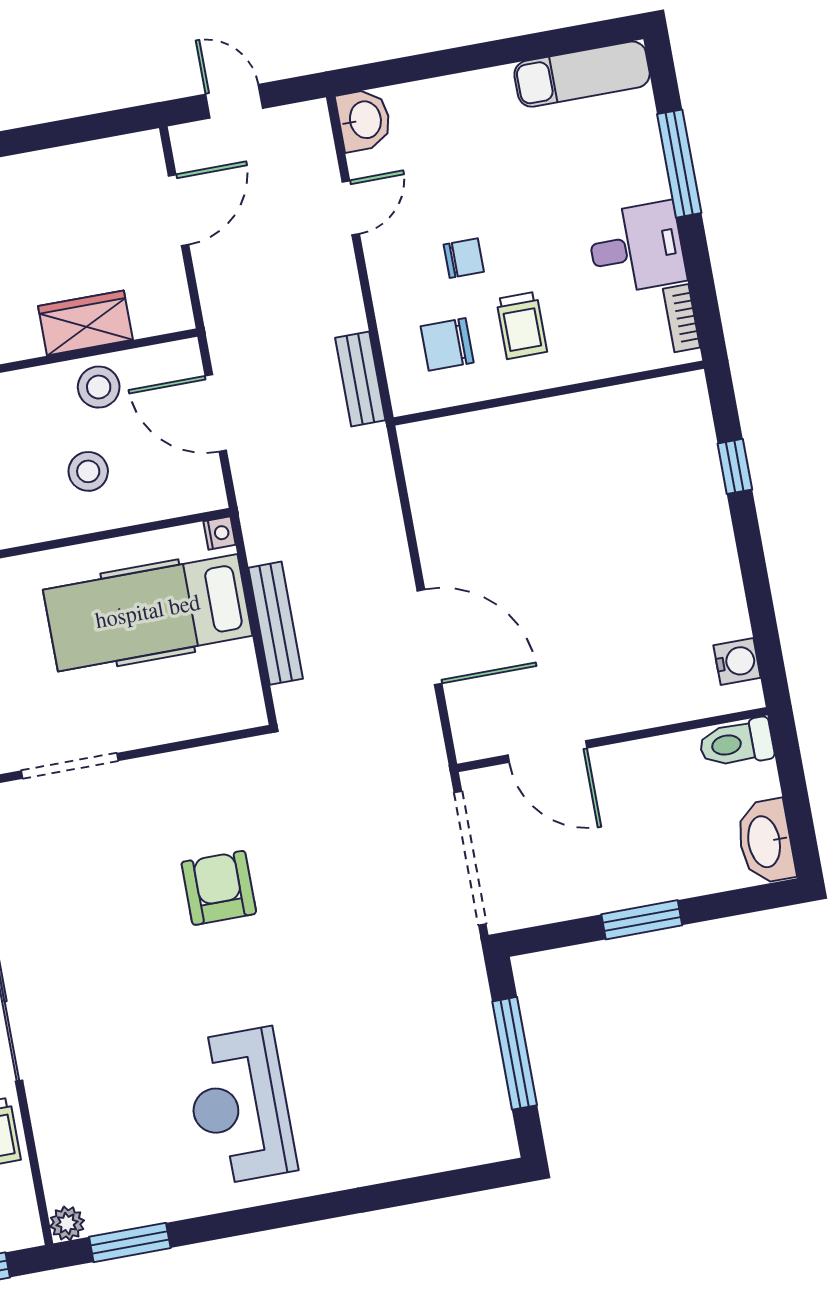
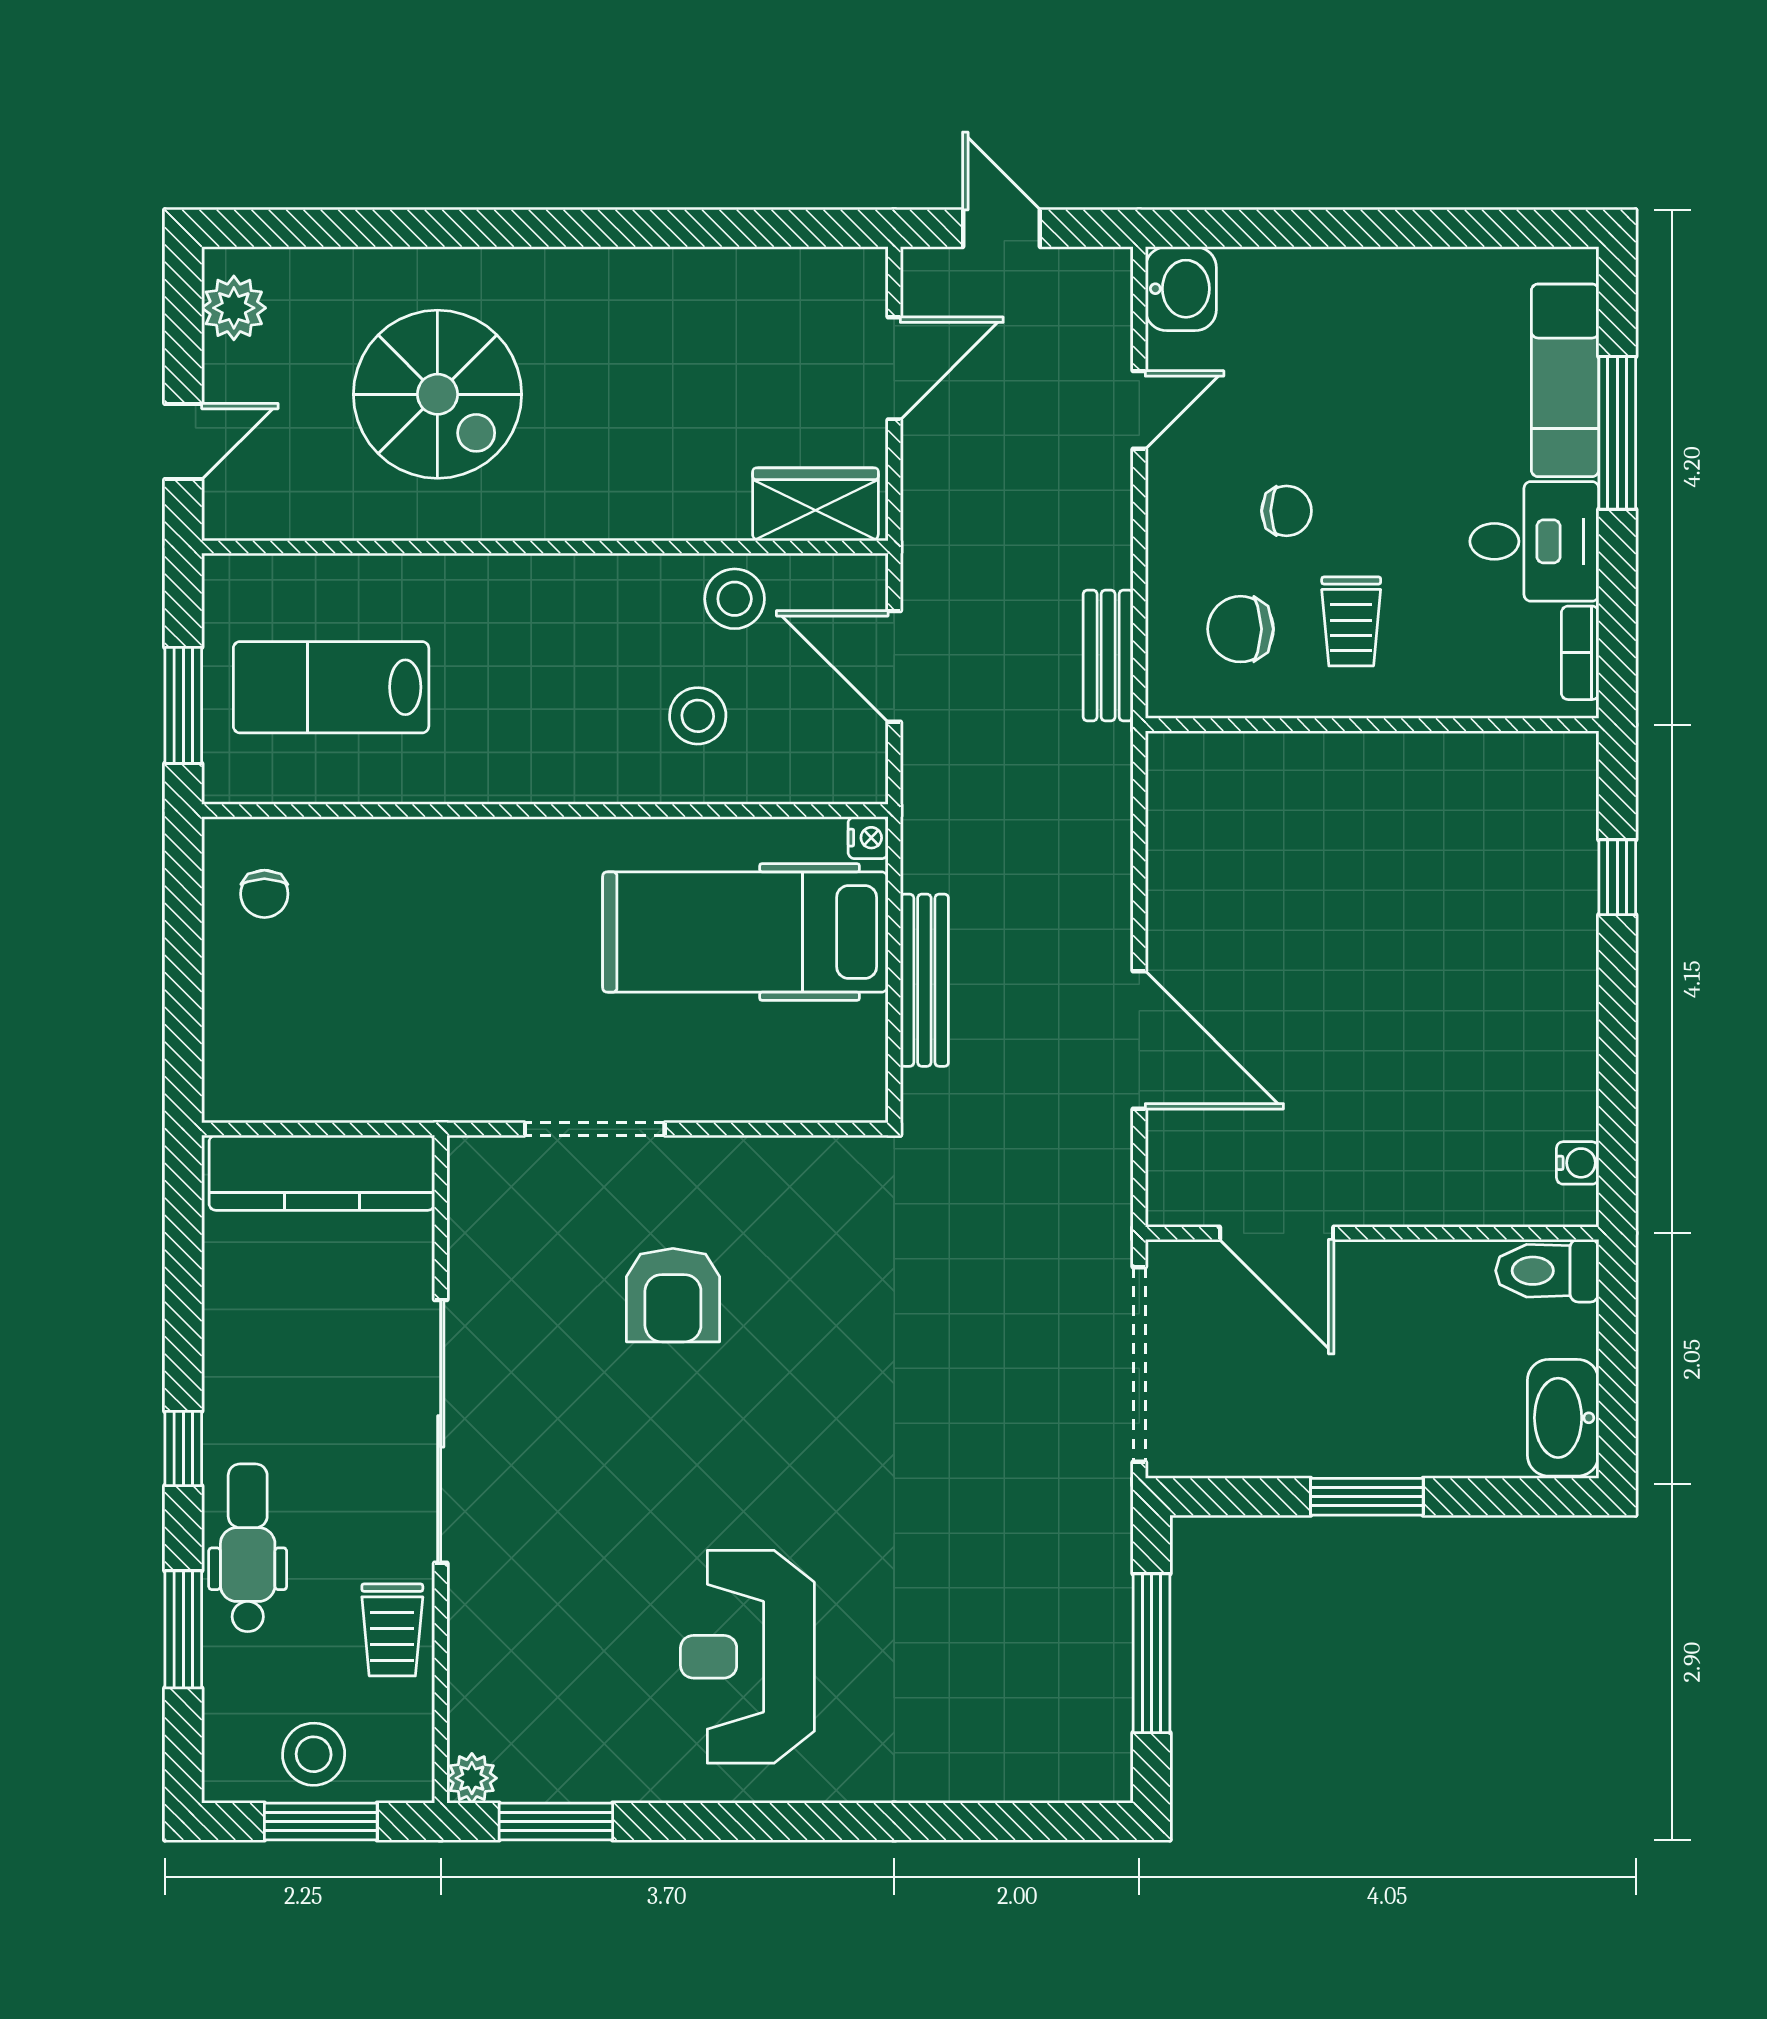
exam couch: (582, 74) -> (1565, 380), moved, turned 90
wardrobe: (85, 323) -> (815, 504), moved
water cooler: (737, 661) -> (1578, 1163), width x0.72, depth x0.72
armchair: (219, 888) -> (673, 1295), moved, turned 180

